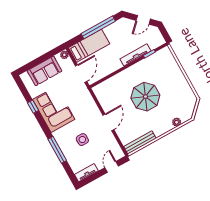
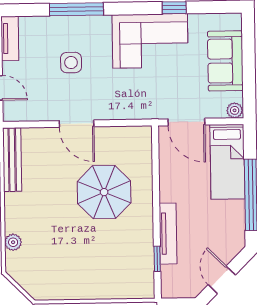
parasol: (145, 97) -> (104, 192), moved

